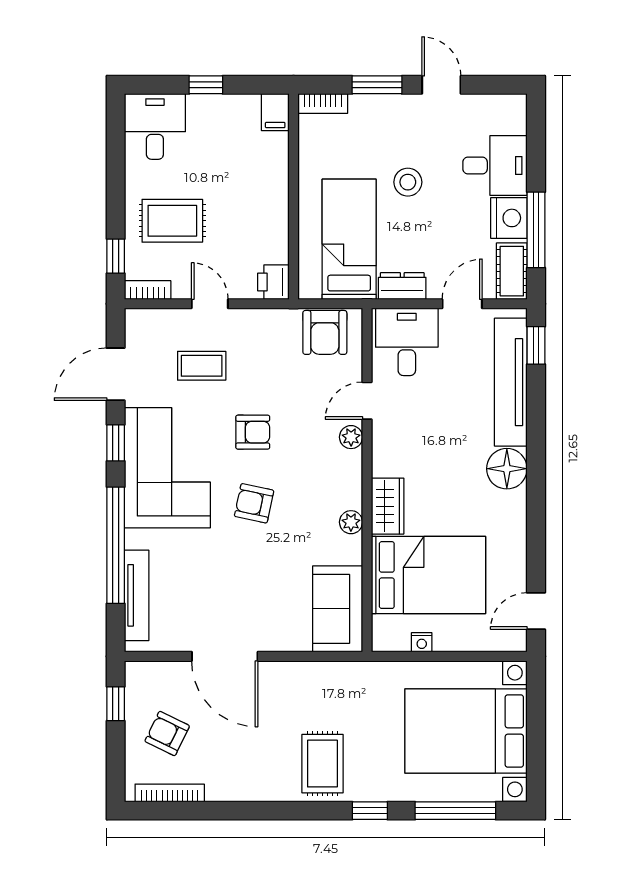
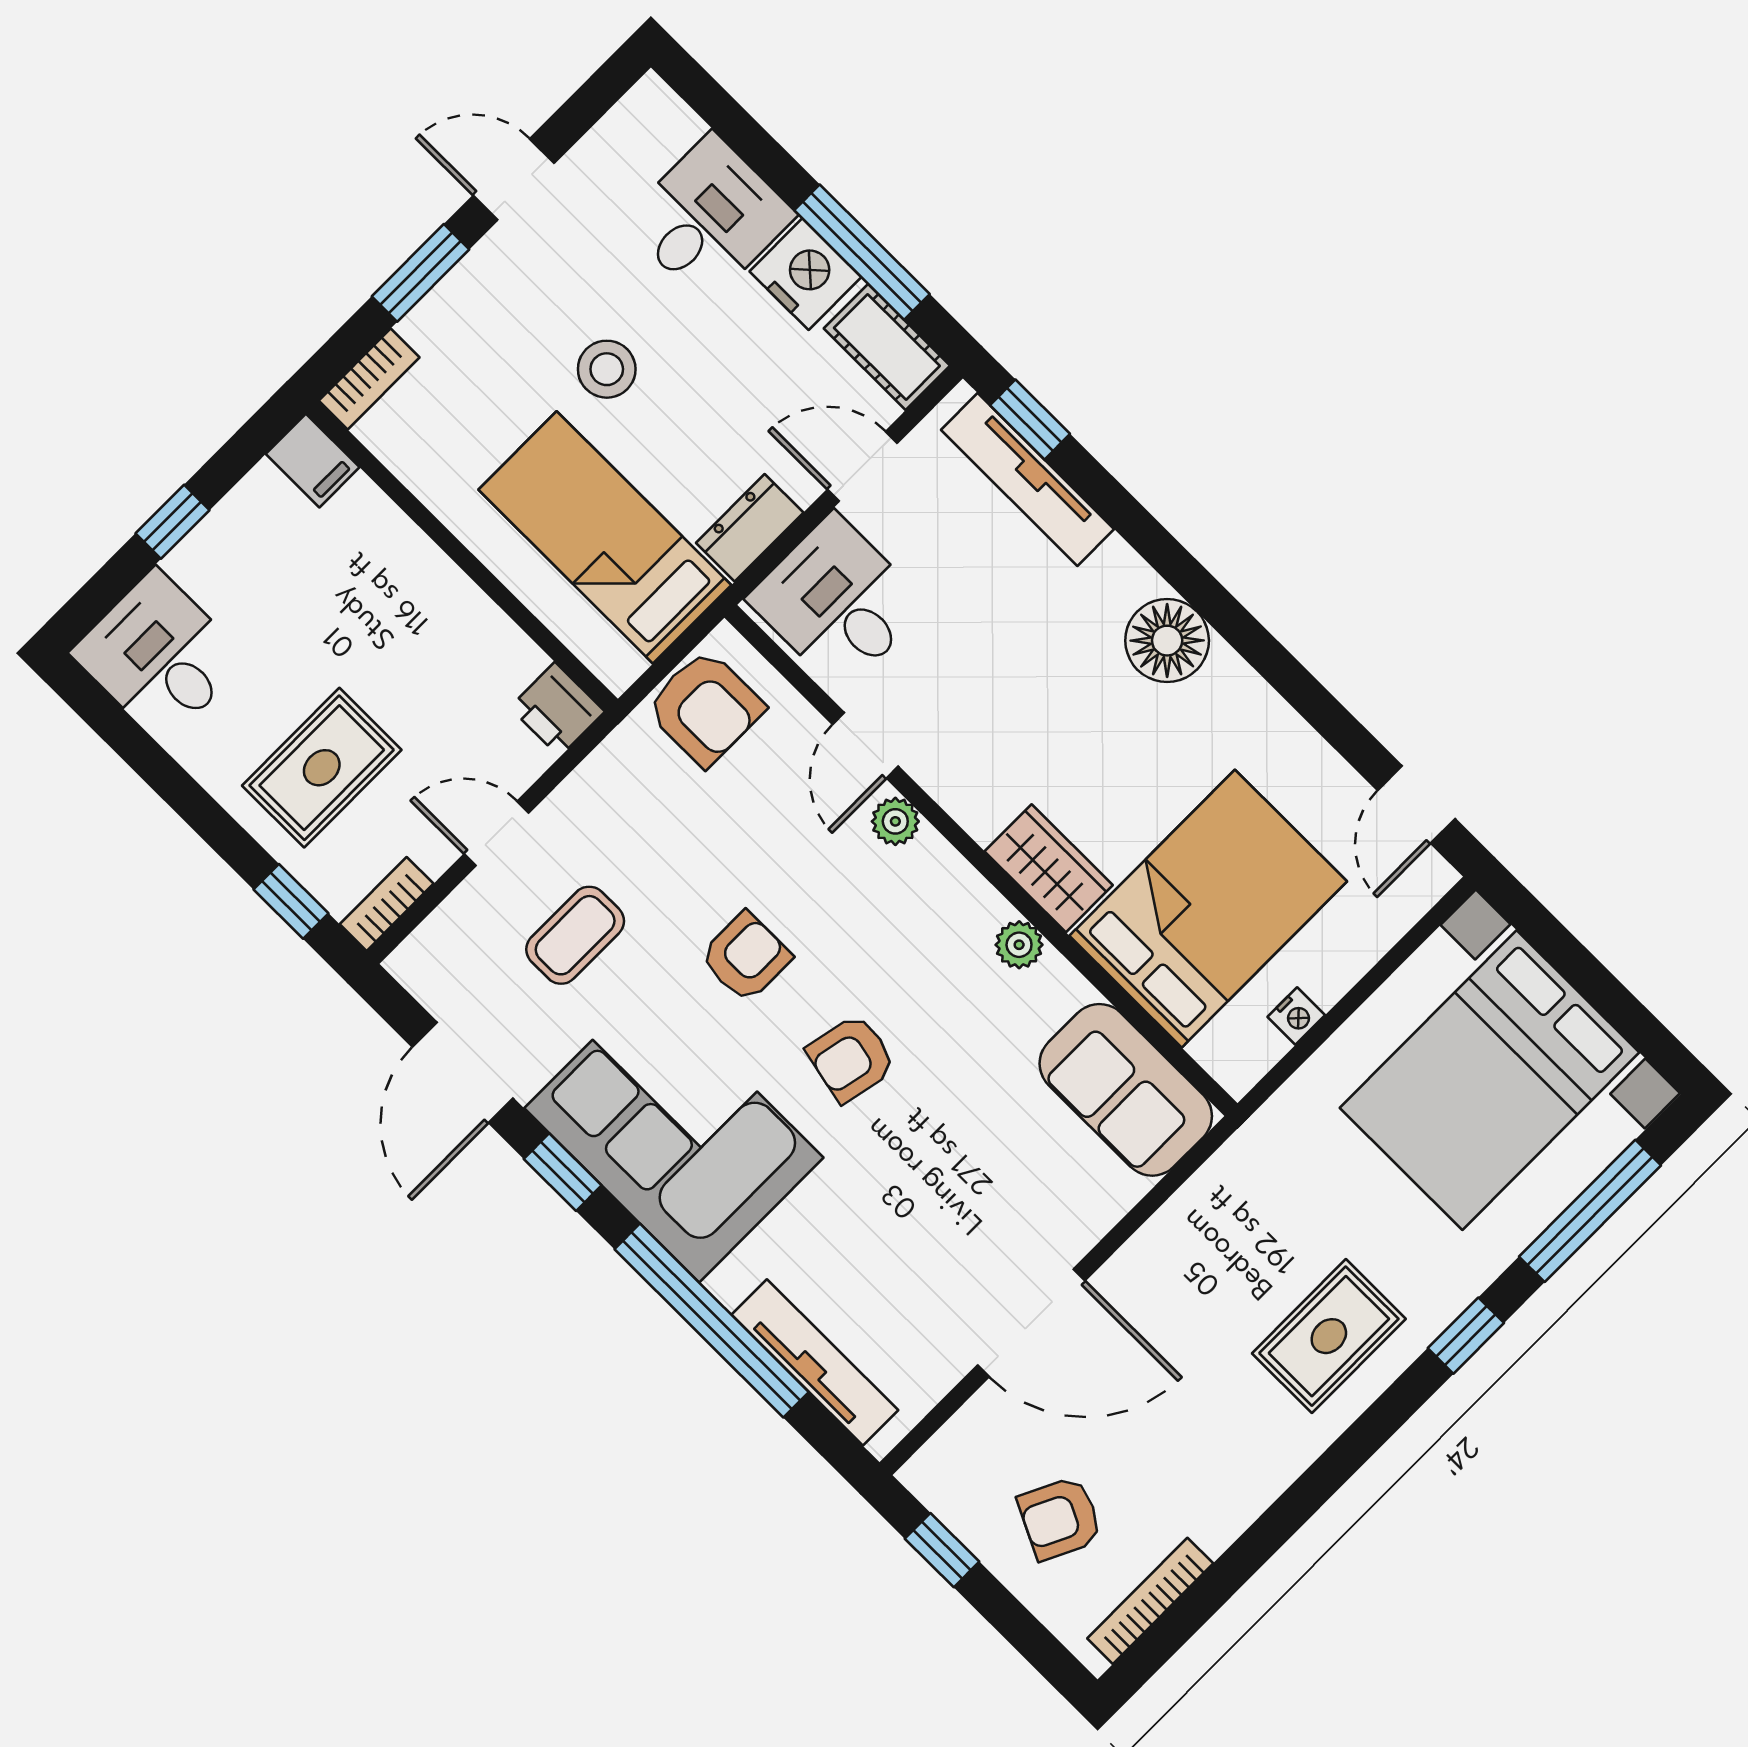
door: (462, 304) -> (862, 466), hinge flipped
tv unit: (511, 382) -> (1027, 479), width x0.73, depth x0.78
rug: (322, 764) -> (1329, 1336), turned 90

